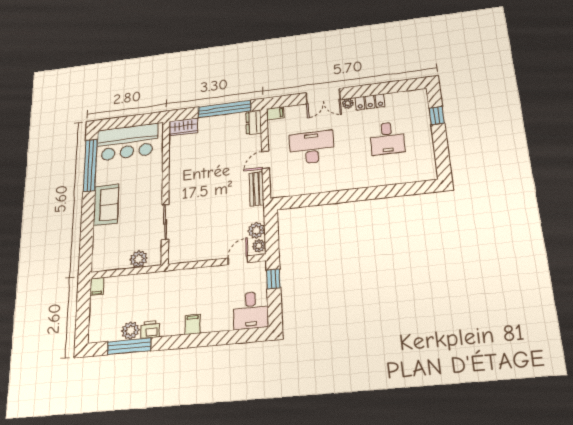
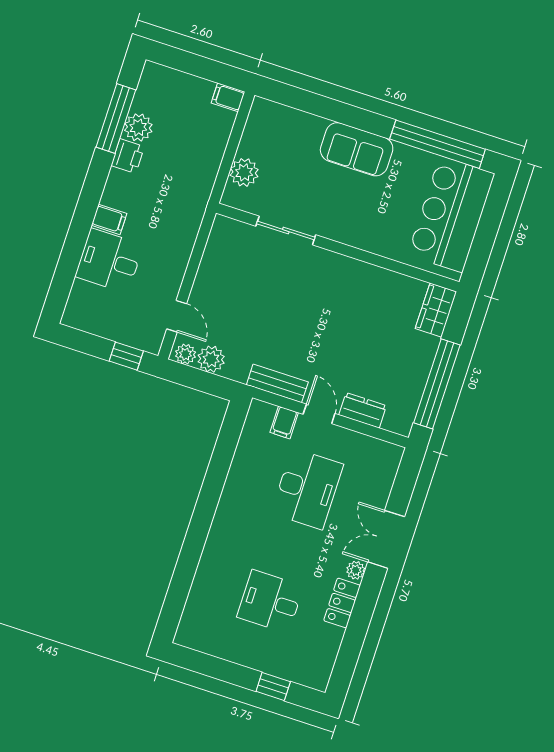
filing cabinet: (275, 113) -> (284, 422), moved
dresser: (254, 123) -> (363, 410), moved
desk: (251, 310) -> (109, 261), moved

